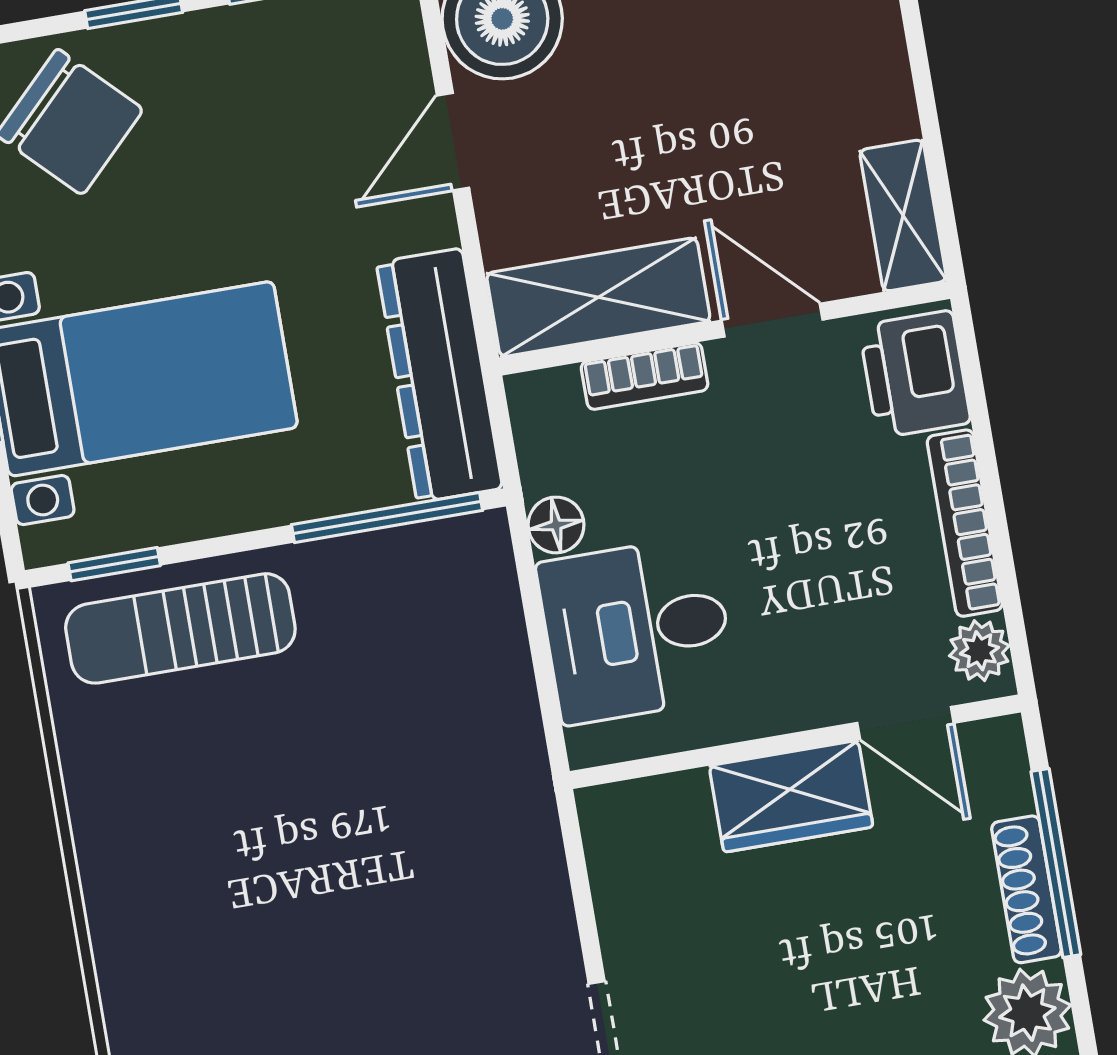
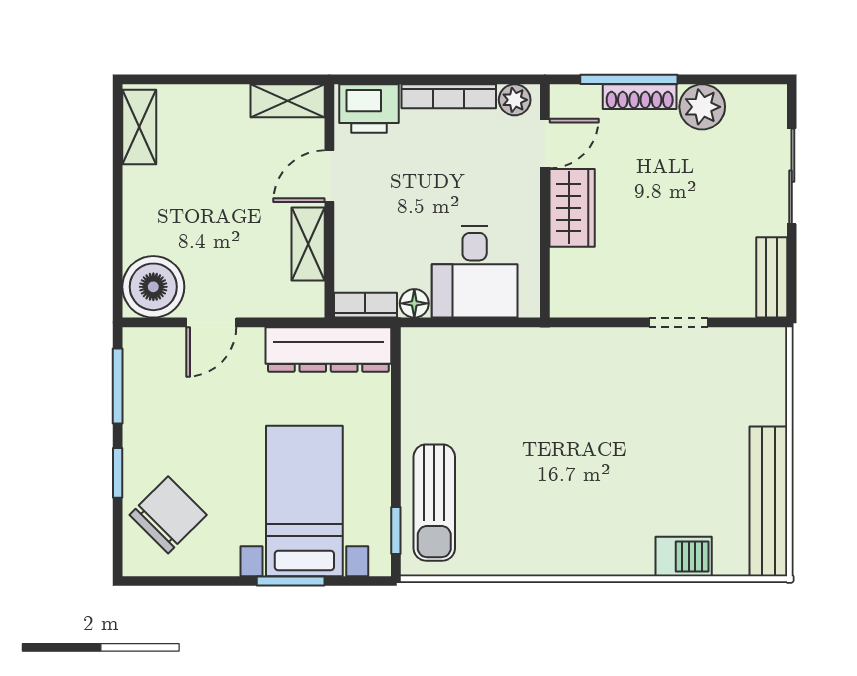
door: (453, 142) -> (211, 322), hinge flipped
shelving: (598, 297) -> (308, 244), width x0.67, depth x0.75
bookcase: (645, 376) -> (365, 305), moved, turned -90
window: (387, 518) -> (396, 388), removed

